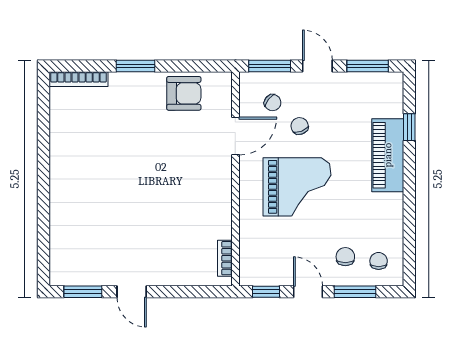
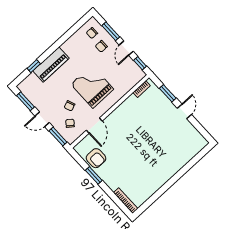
window: (136, 66) -> (94, 175), moved
door: (317, 66) -> (42, 119), hinge flipped
armchair: (184, 93) -> (96, 158), turned 180
door: (235, 136) -> (94, 126), swing flipped
window: (83, 292) -> (168, 93), moved

